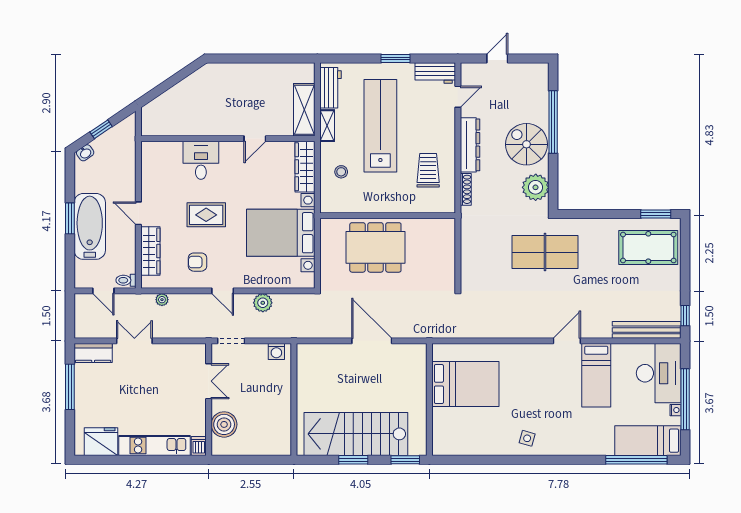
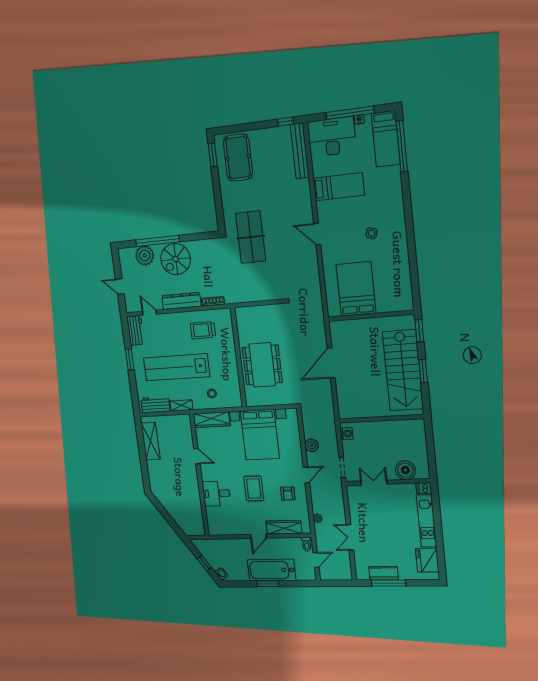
shelving: (304, 110) -> (151, 441), moved, turned 90
plant: (536, 187) -> (145, 255), moved
door: (567, 341) -> (317, 234), moved
kitchen counter: (93, 353) -> (384, 573), moved, turned -90
side table: (527, 438) -> (372, 233), moved

